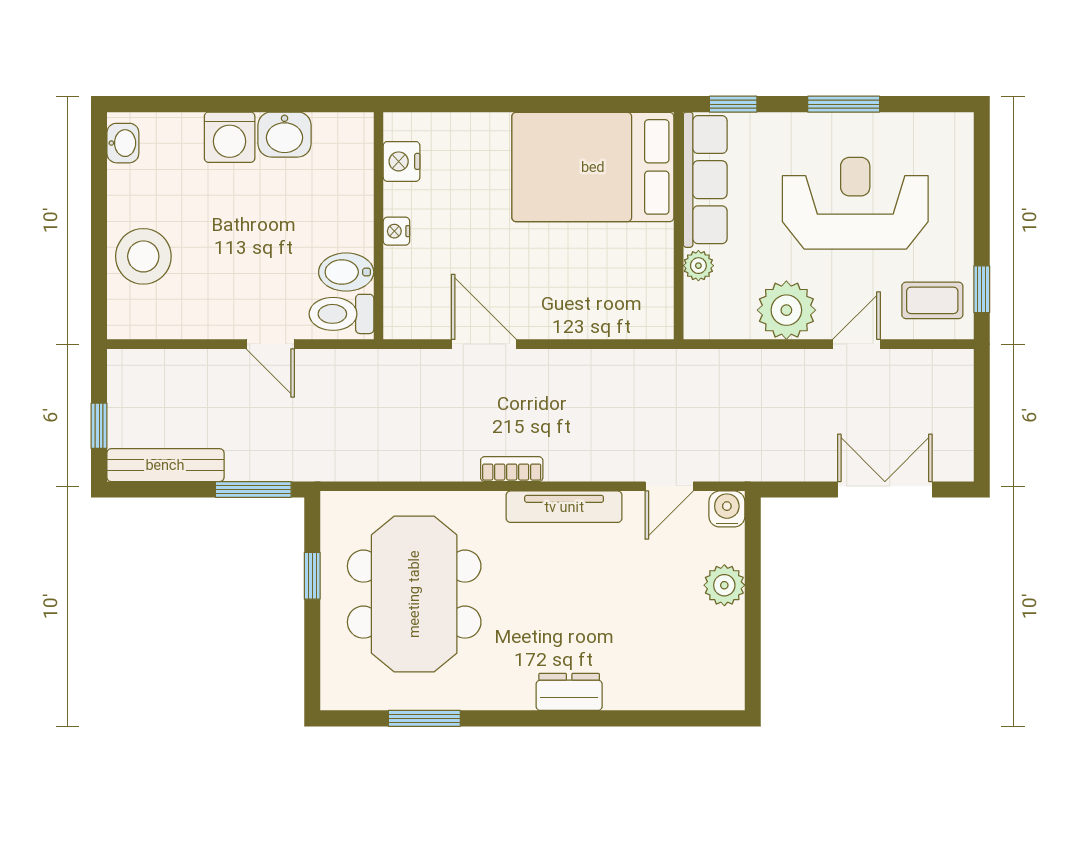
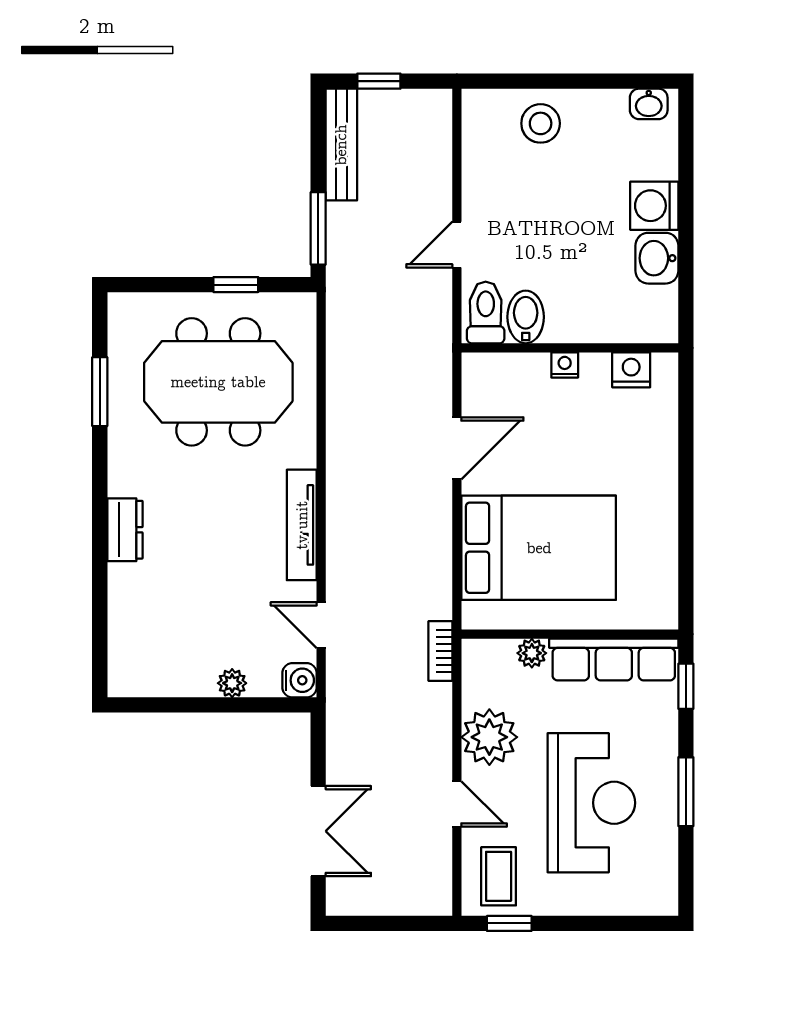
bed: (593, 167) -> (539, 548), moved, turned 90
stool: (143, 256) -> (541, 123), width x0.73, depth x0.73
bookcase: (512, 469) -> (440, 651), moved, turned 180
plant: (724, 585) -> (232, 683), width x0.73, depth x0.73

